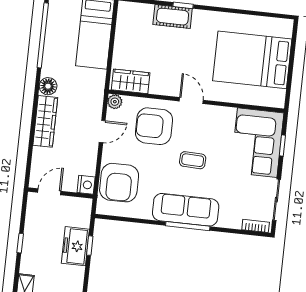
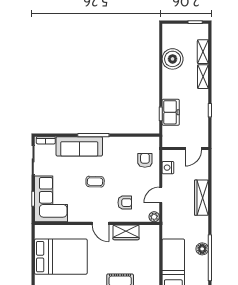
wardrobe: (131, 81) -> (126, 232), moved
floor lamp: (48, 86) -> (202, 249), moved
armchair: (154, 126) -> (125, 203), width x0.53, depth x0.53
armchair: (119, 183) -> (145, 160), width x0.53, depth x0.53
nightstand: (86, 185) -> (168, 168), moved
sofa: (186, 210) -> (79, 146), moved

